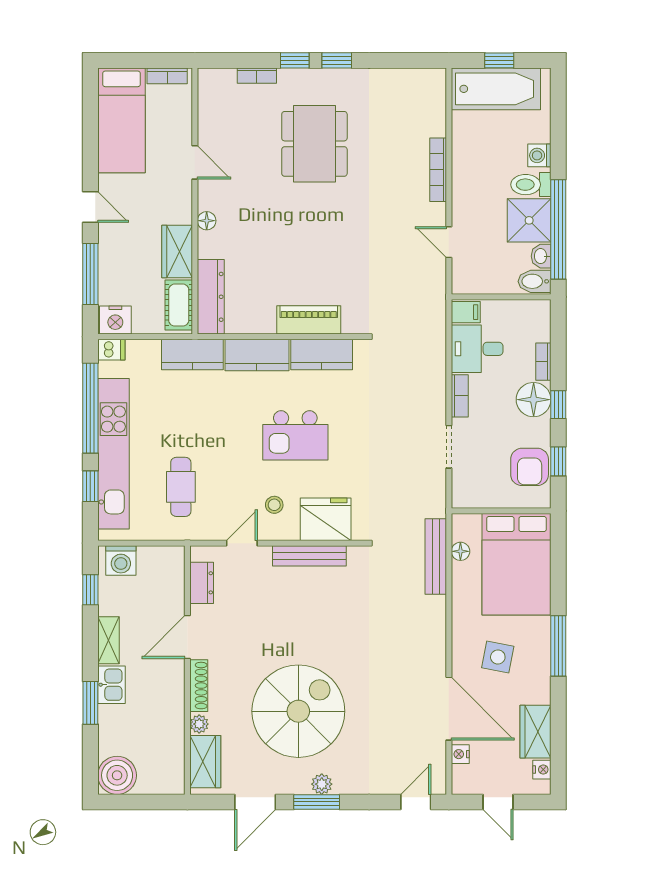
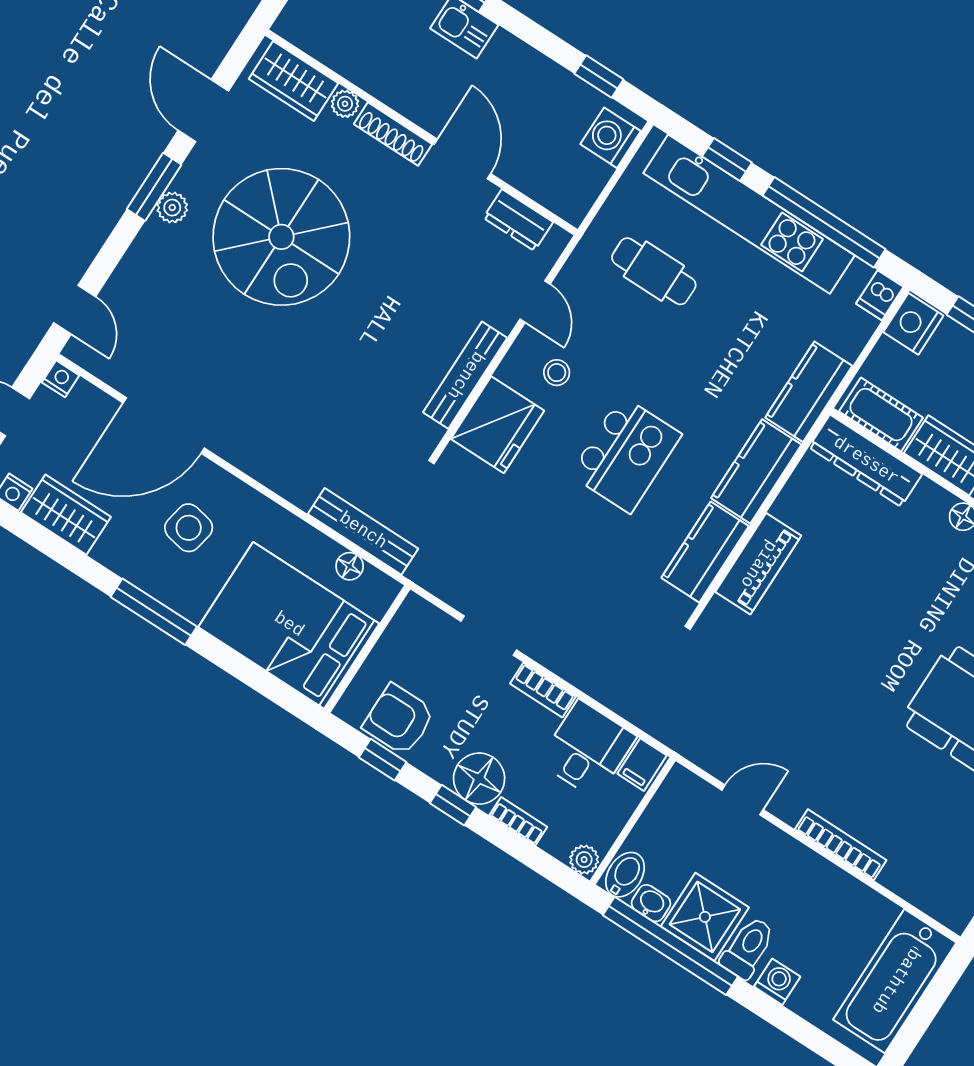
window: (499, 60) -> (927, 1008), removed
plant: (541, 310) -> (584, 860), added
kitchen island: (295, 435) -> (626, 455), turned 180
shelving: (109, 640) -> (522, 59), removed
nightstand: (460, 754) -> (61, 379), moved

